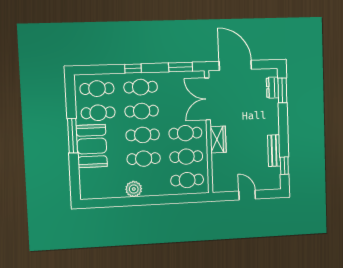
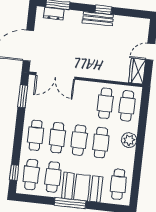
window: (133, 68) -> (14, 173), moved
cafe table: (185, 133) -> (118, 184), moved
wardrobe: (218, 139) -> (137, 71), moved, turned -90
bench: (274, 151) -> (98, 19), moved
window: (284, 166) -> (103, 10), moved
plant: (134, 189) -> (129, 140), moved

